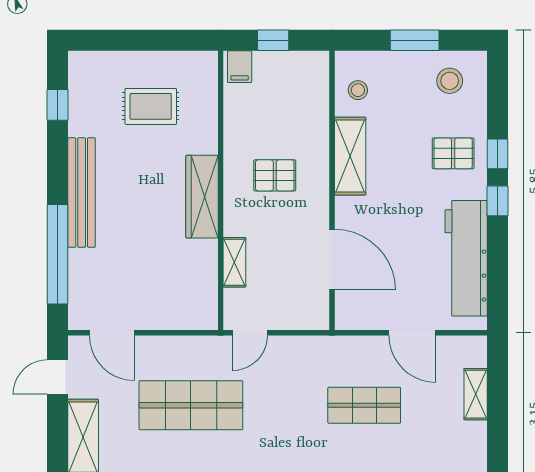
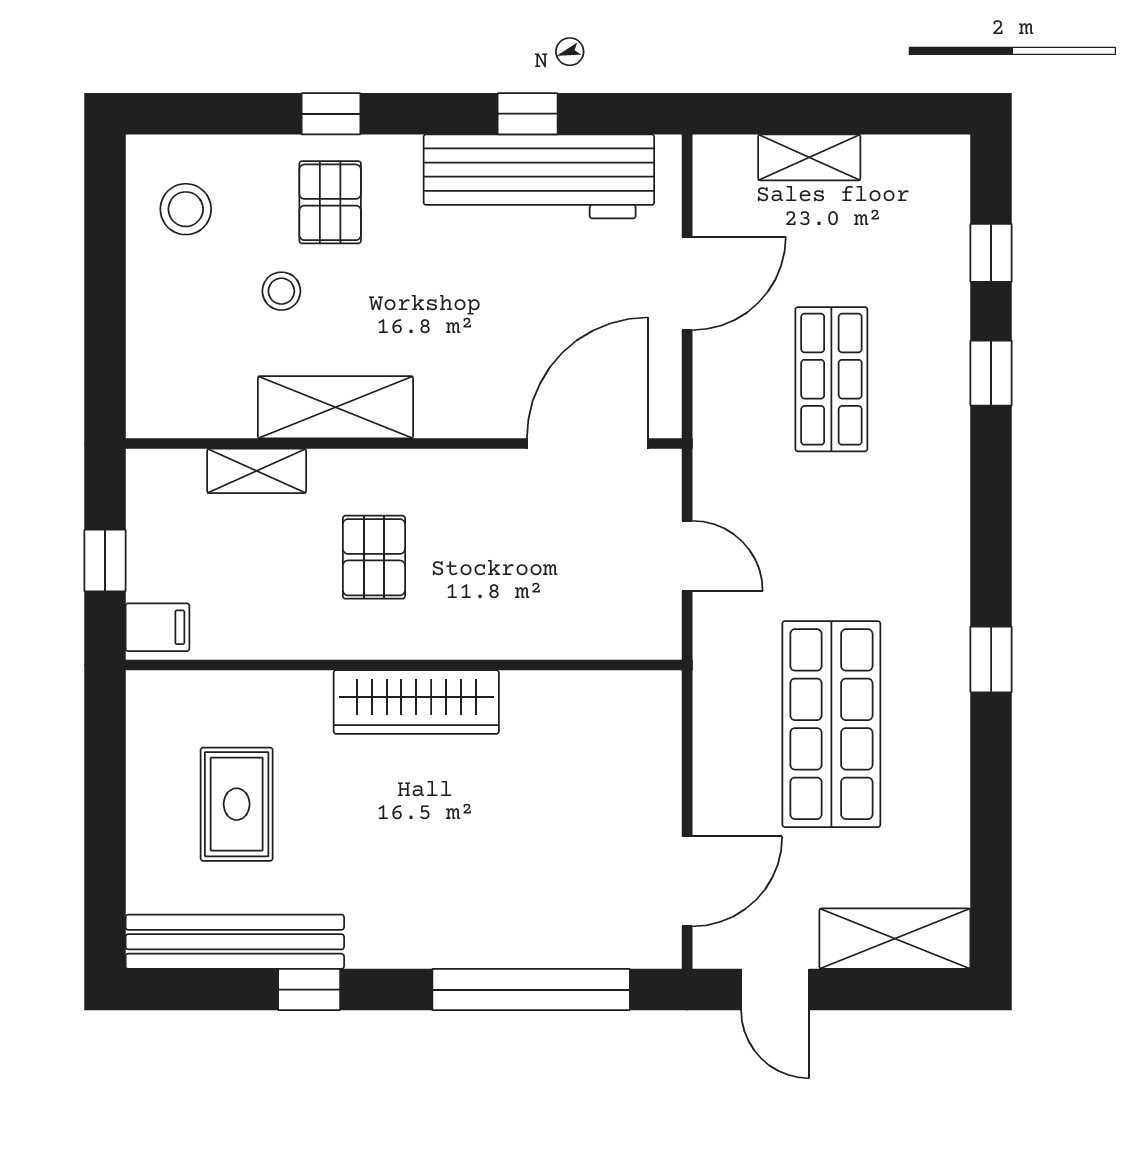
window: (415, 40) -> (105, 279), removed
stool: (358, 90) -> (281, 291), moved
window: (58, 105) -> (309, 990), moved
bench: (82, 193) -> (235, 942), moved
window: (498, 201) -> (528, 114), moved
door: (332, 260) -> (587, 443), moved
shelving: (234, 262) -> (257, 471), moved
door: (250, 333) -> (687, 556), moved

